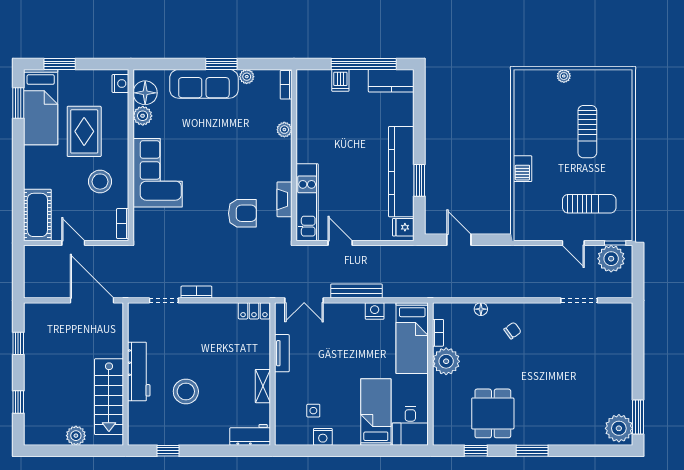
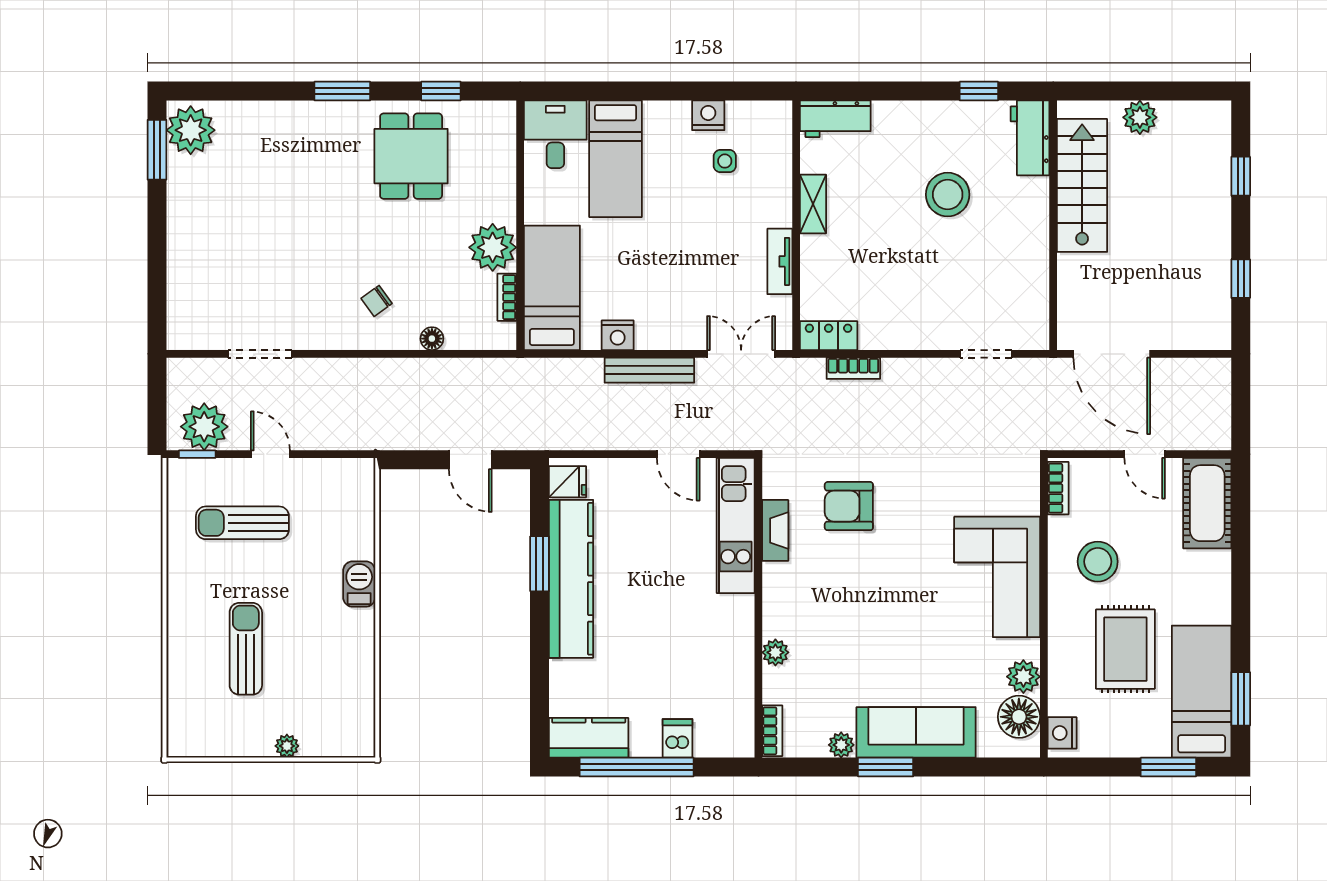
bookcase: (196, 292) -> (853, 368), moved
workbench: (139, 372) -> (1030, 138), moved, width x0.73

